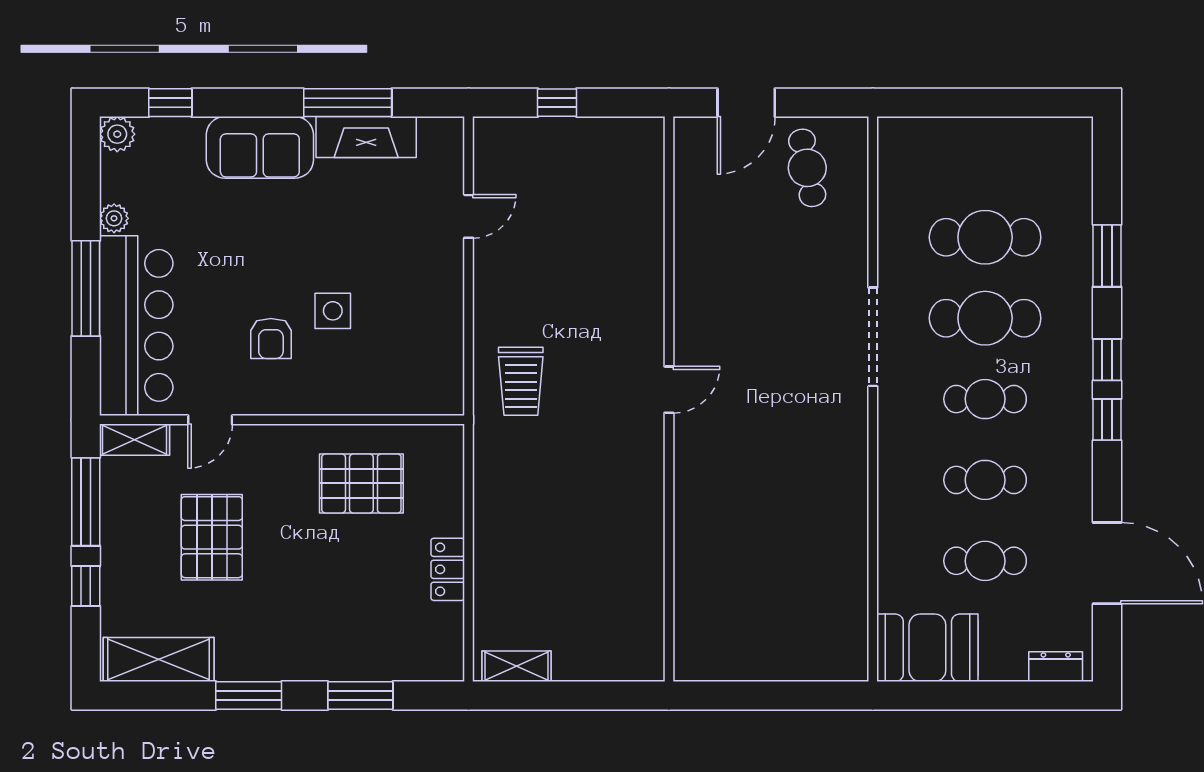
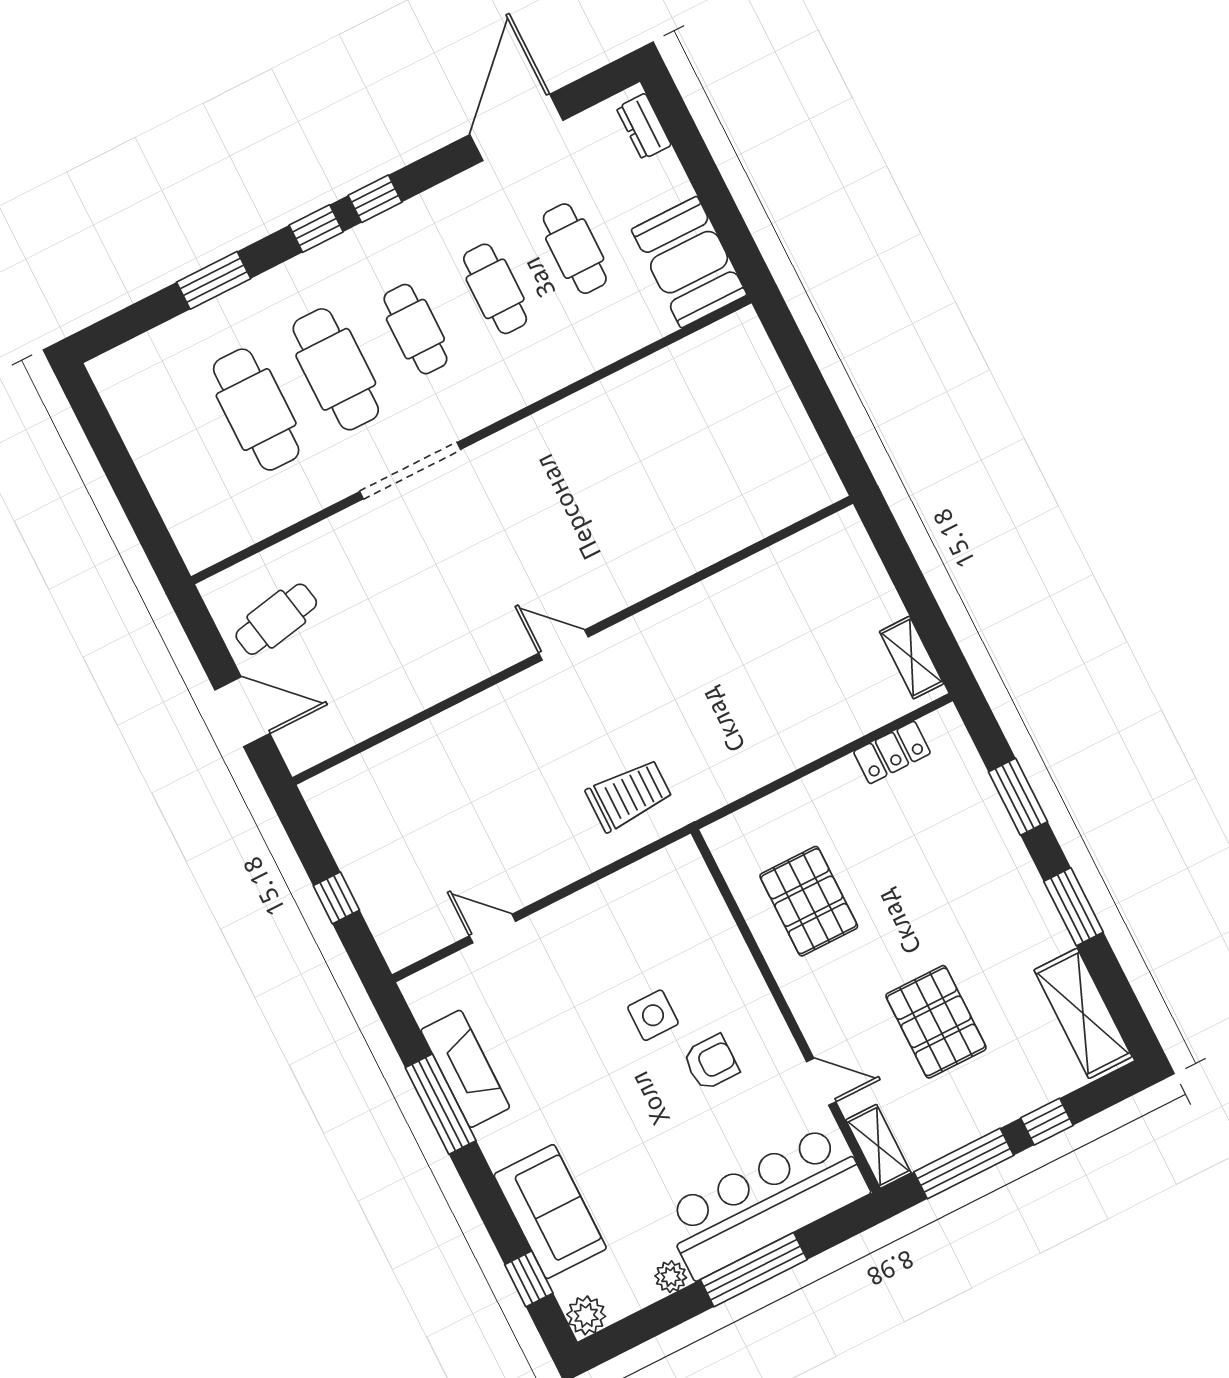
sofa: (260, 147) -> (550, 1212), moved
pallet: (212, 537) -> (936, 1022), turned 90
locker: (448, 569) -> (892, 752), moved

